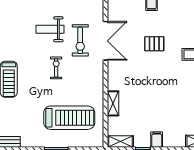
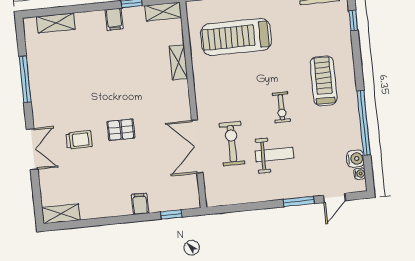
pallet: (154, 44) -> (121, 130), moved
exercise bike: (56, 68) -> (281, 107), moved

